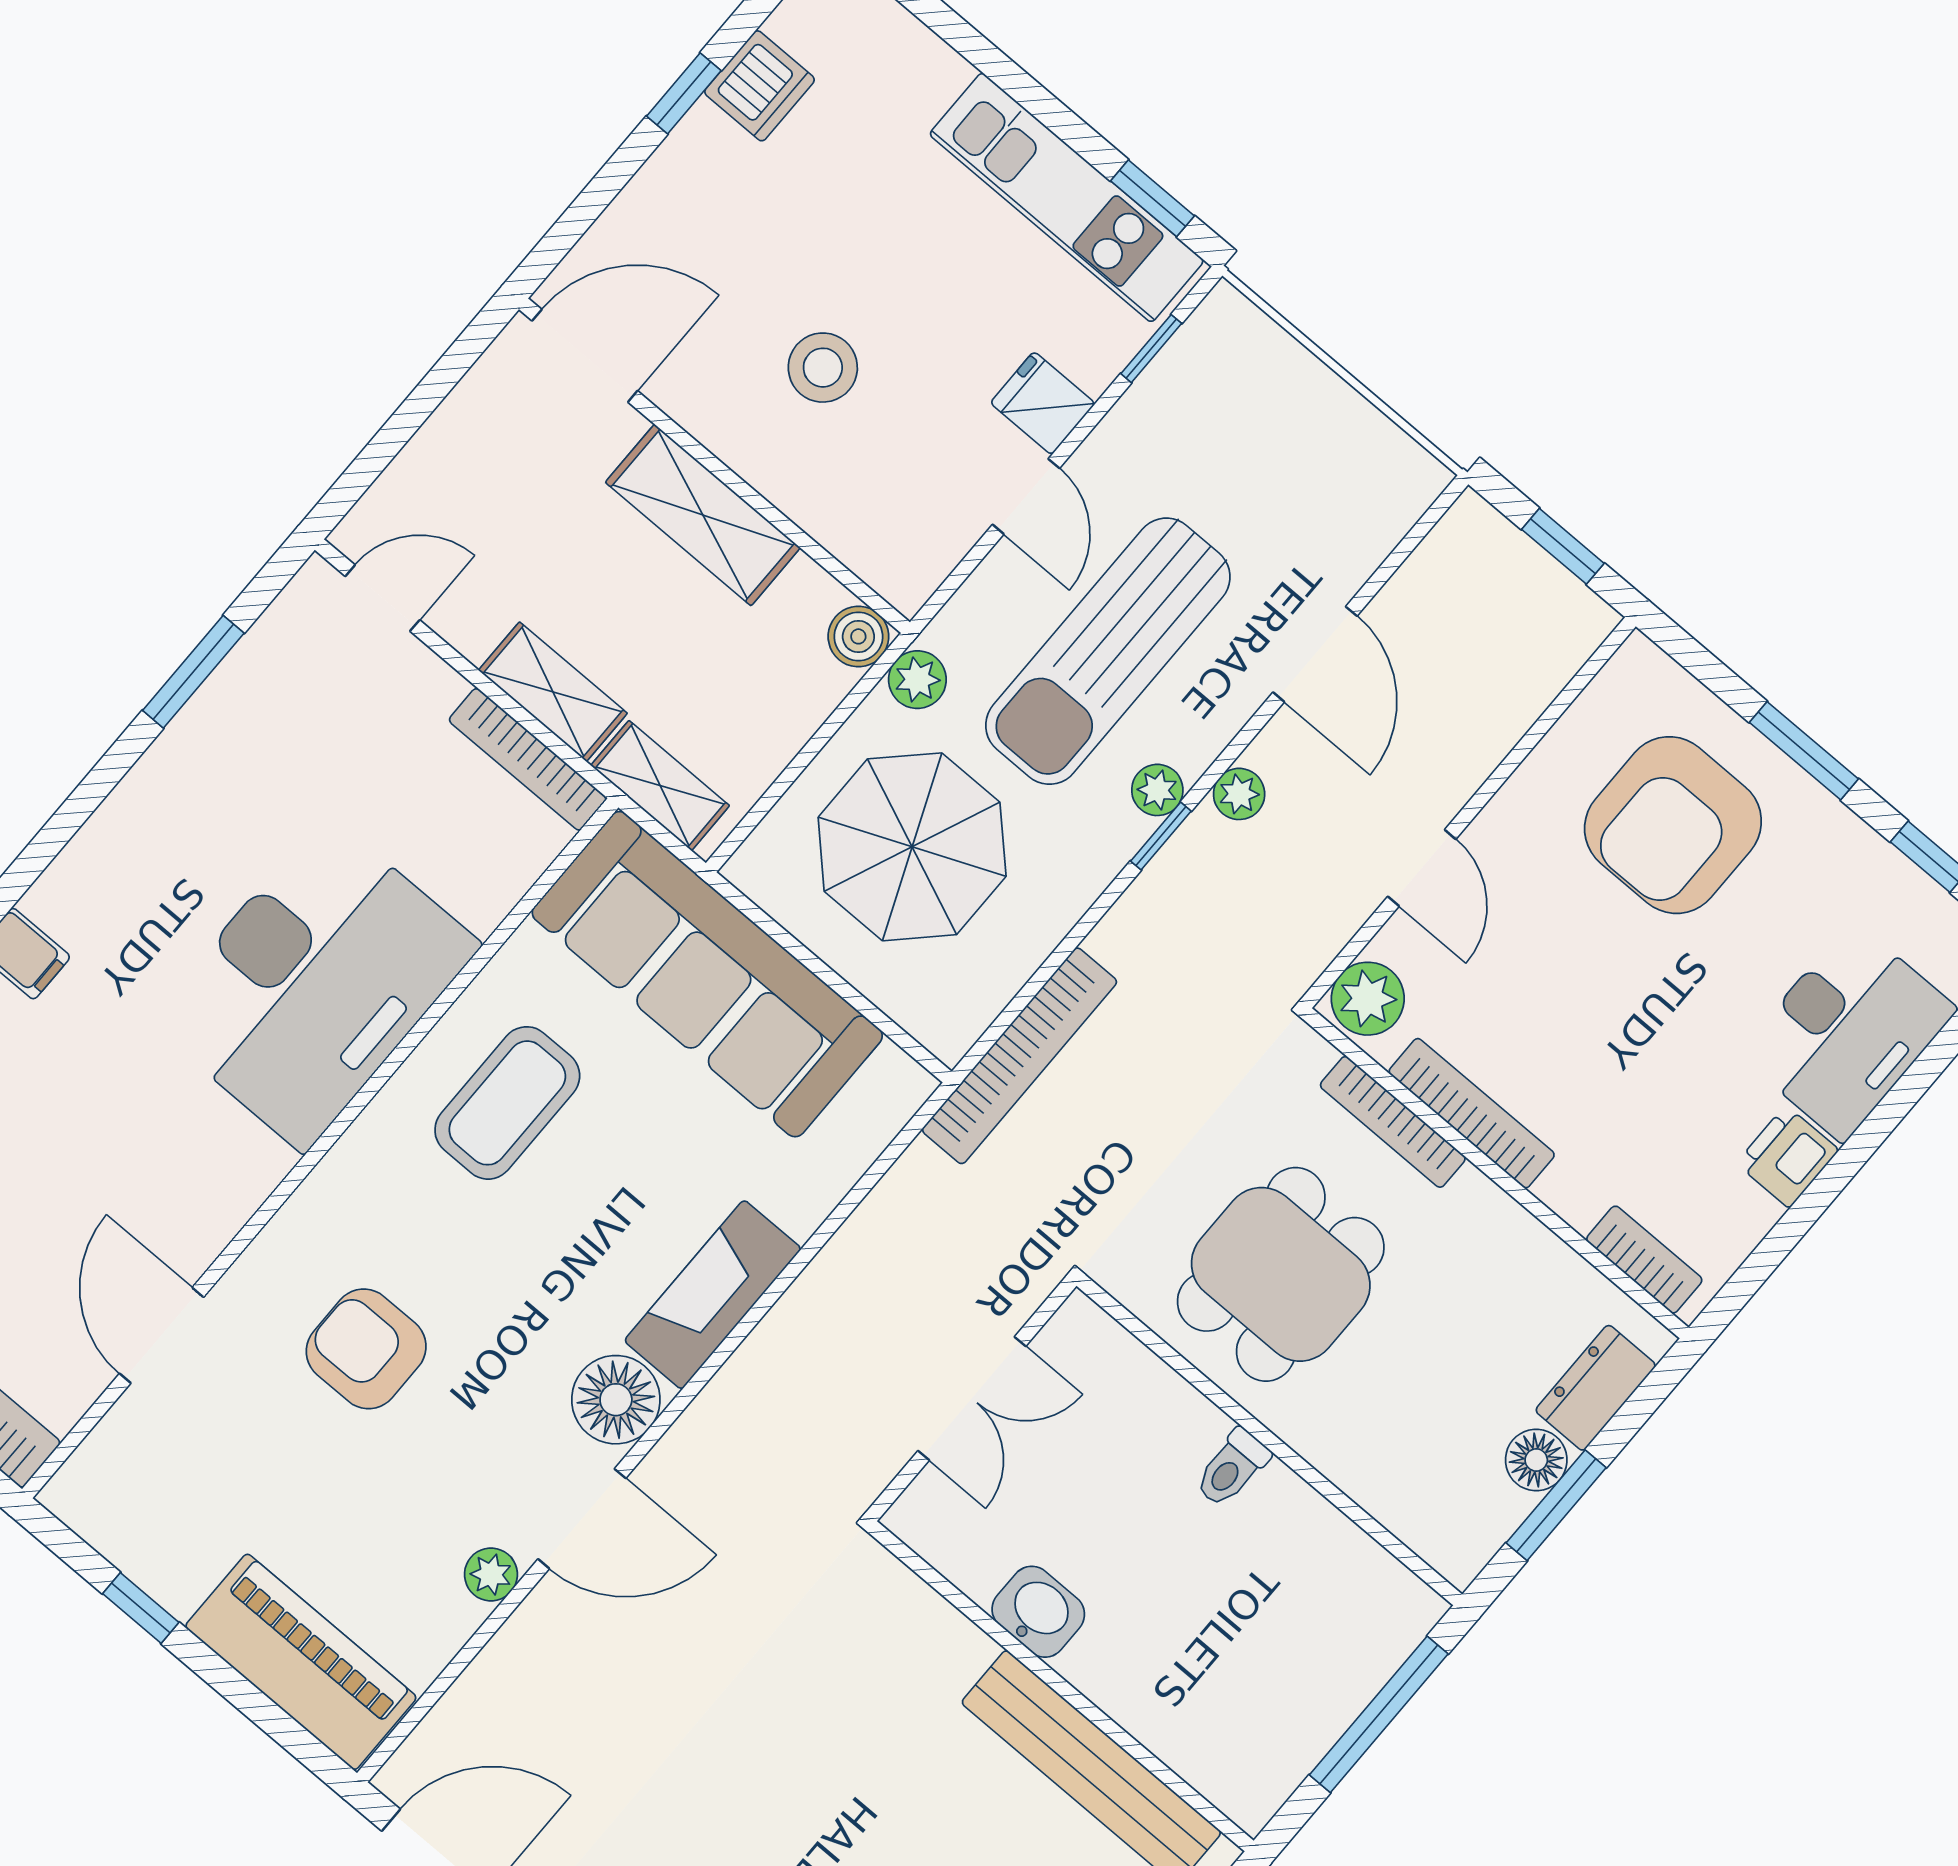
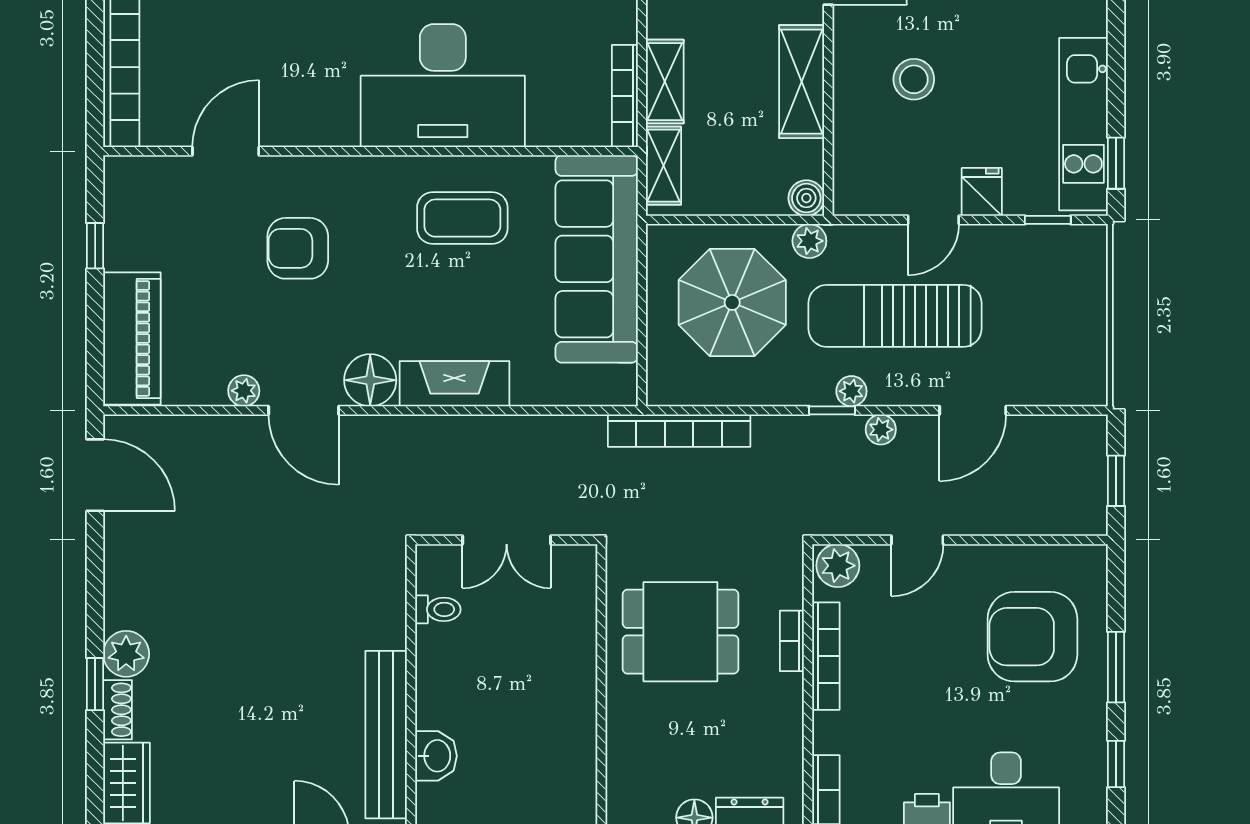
bookcase: (1393, 1122) -> (792, 641), width x0.64
armchair: (366, 1349) -> (298, 248), turned -90
toilet: (1232, 1468) -> (438, 609), moved, turned 180
washbasin: (1038, 1612) -> (436, 756), moved

